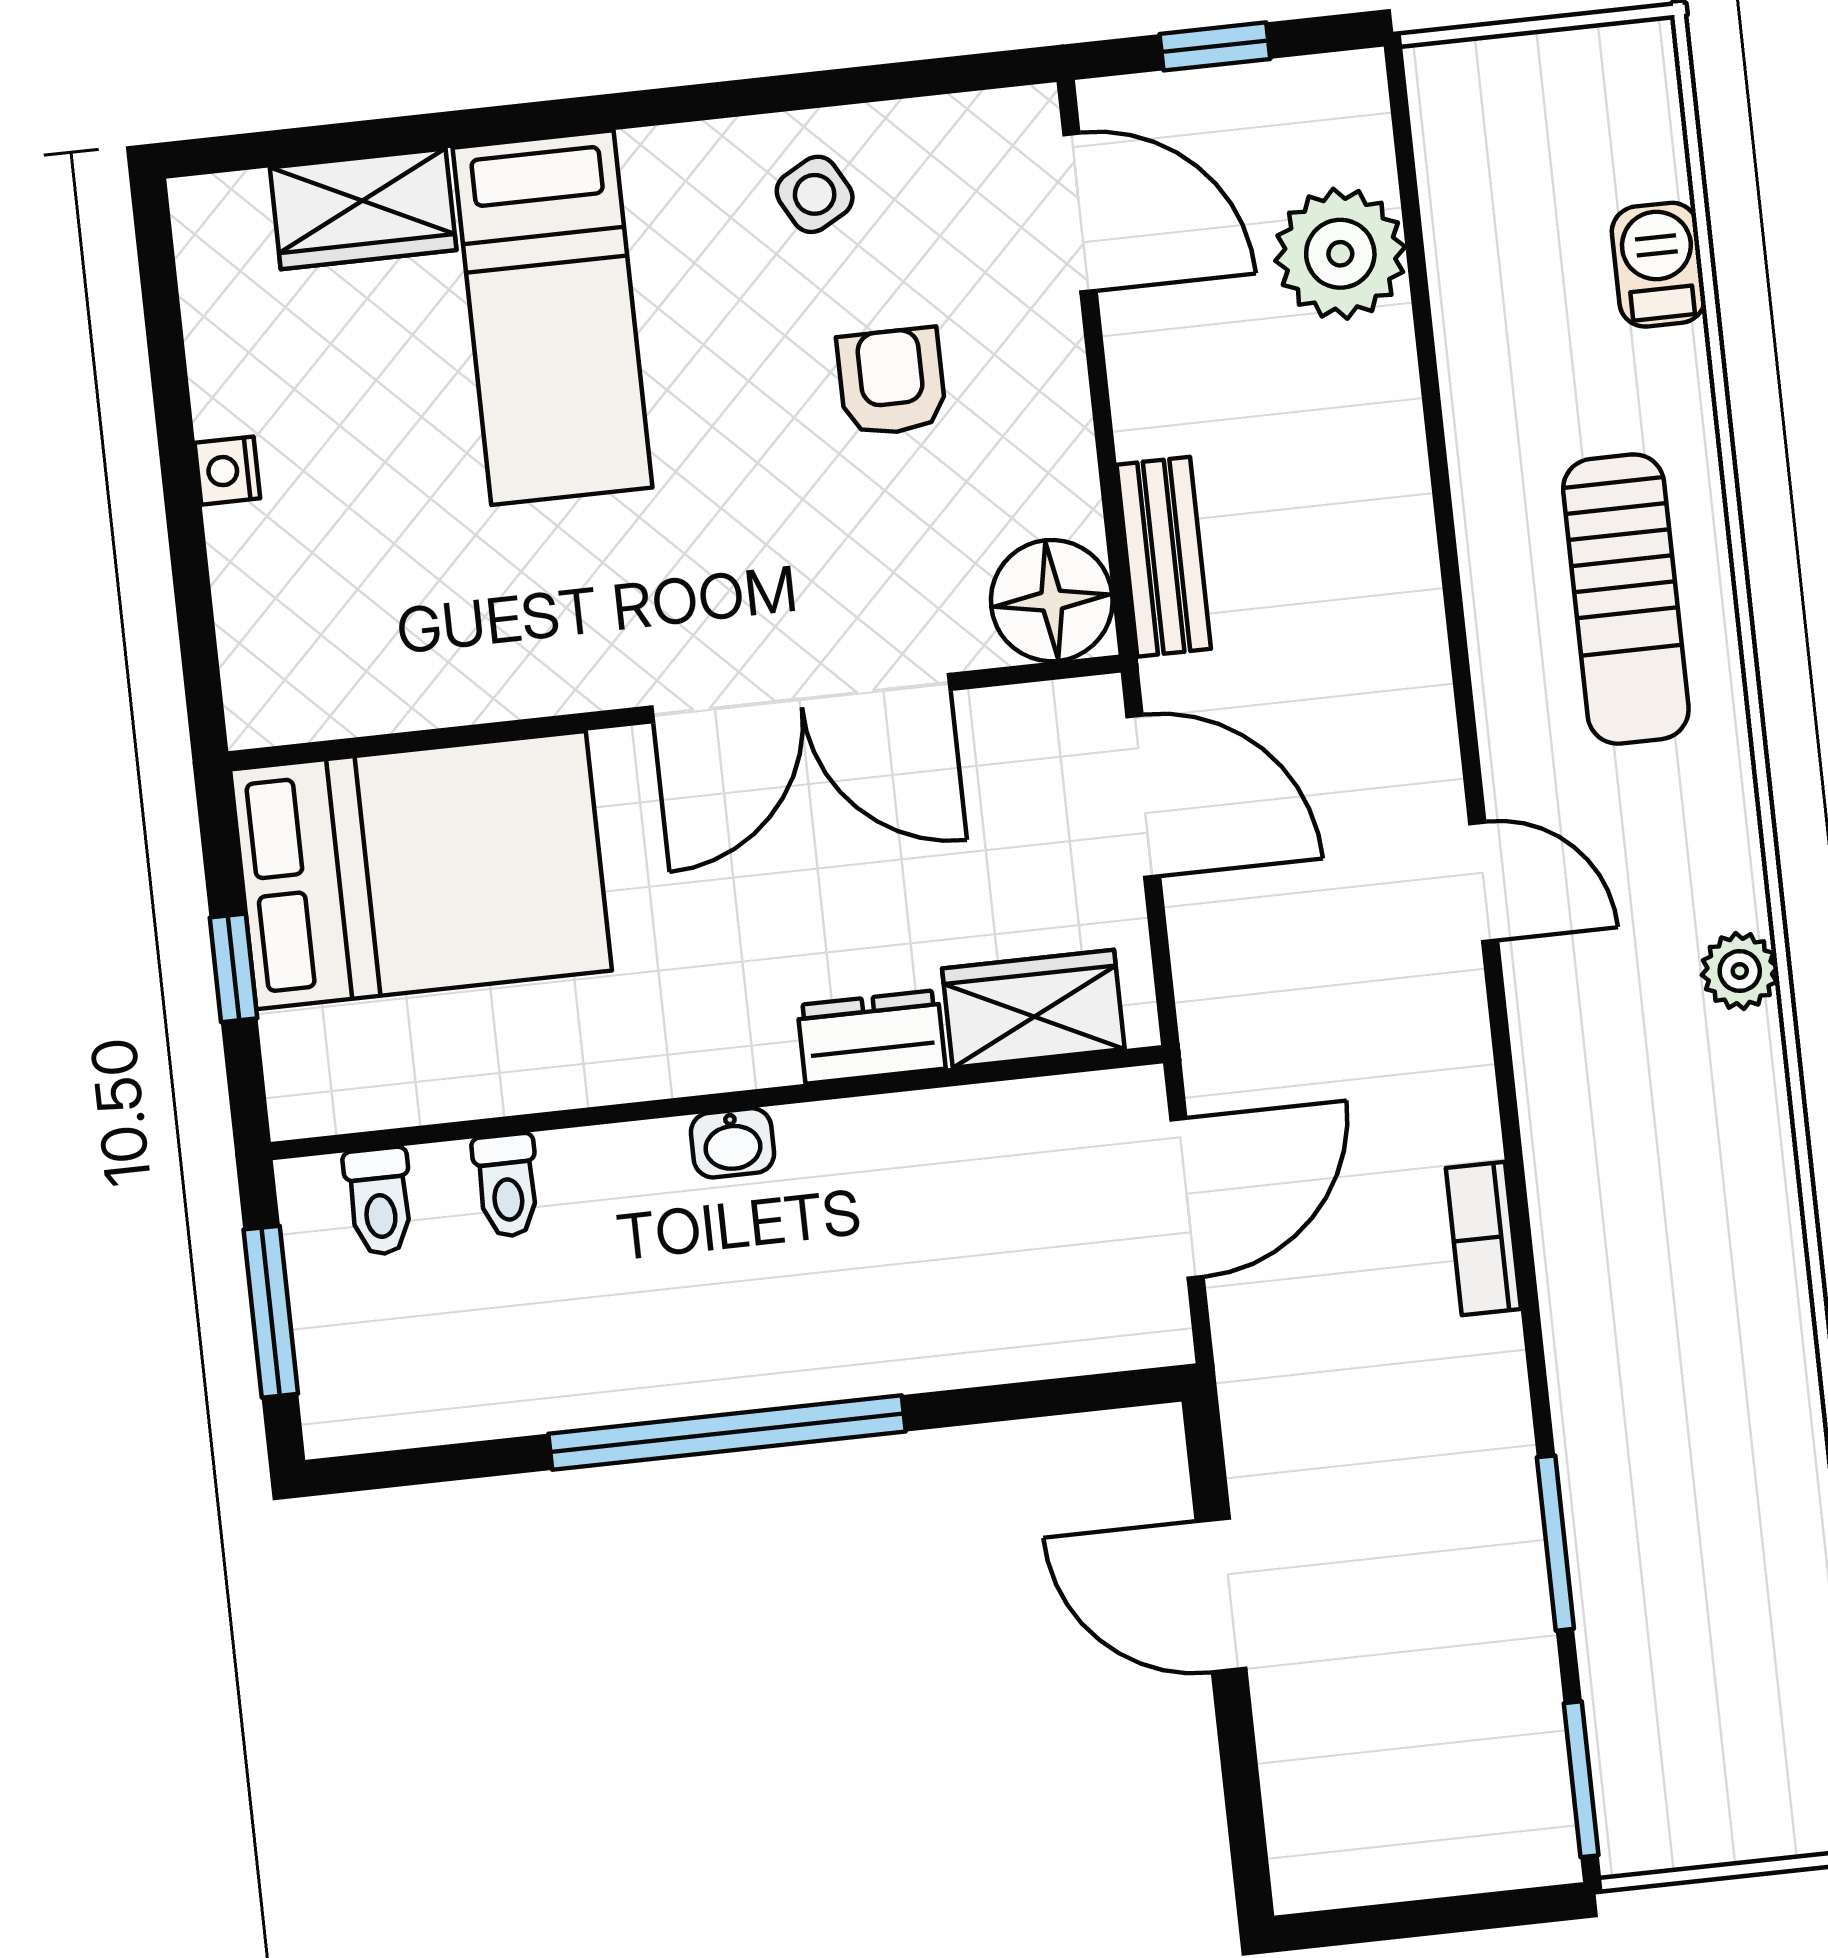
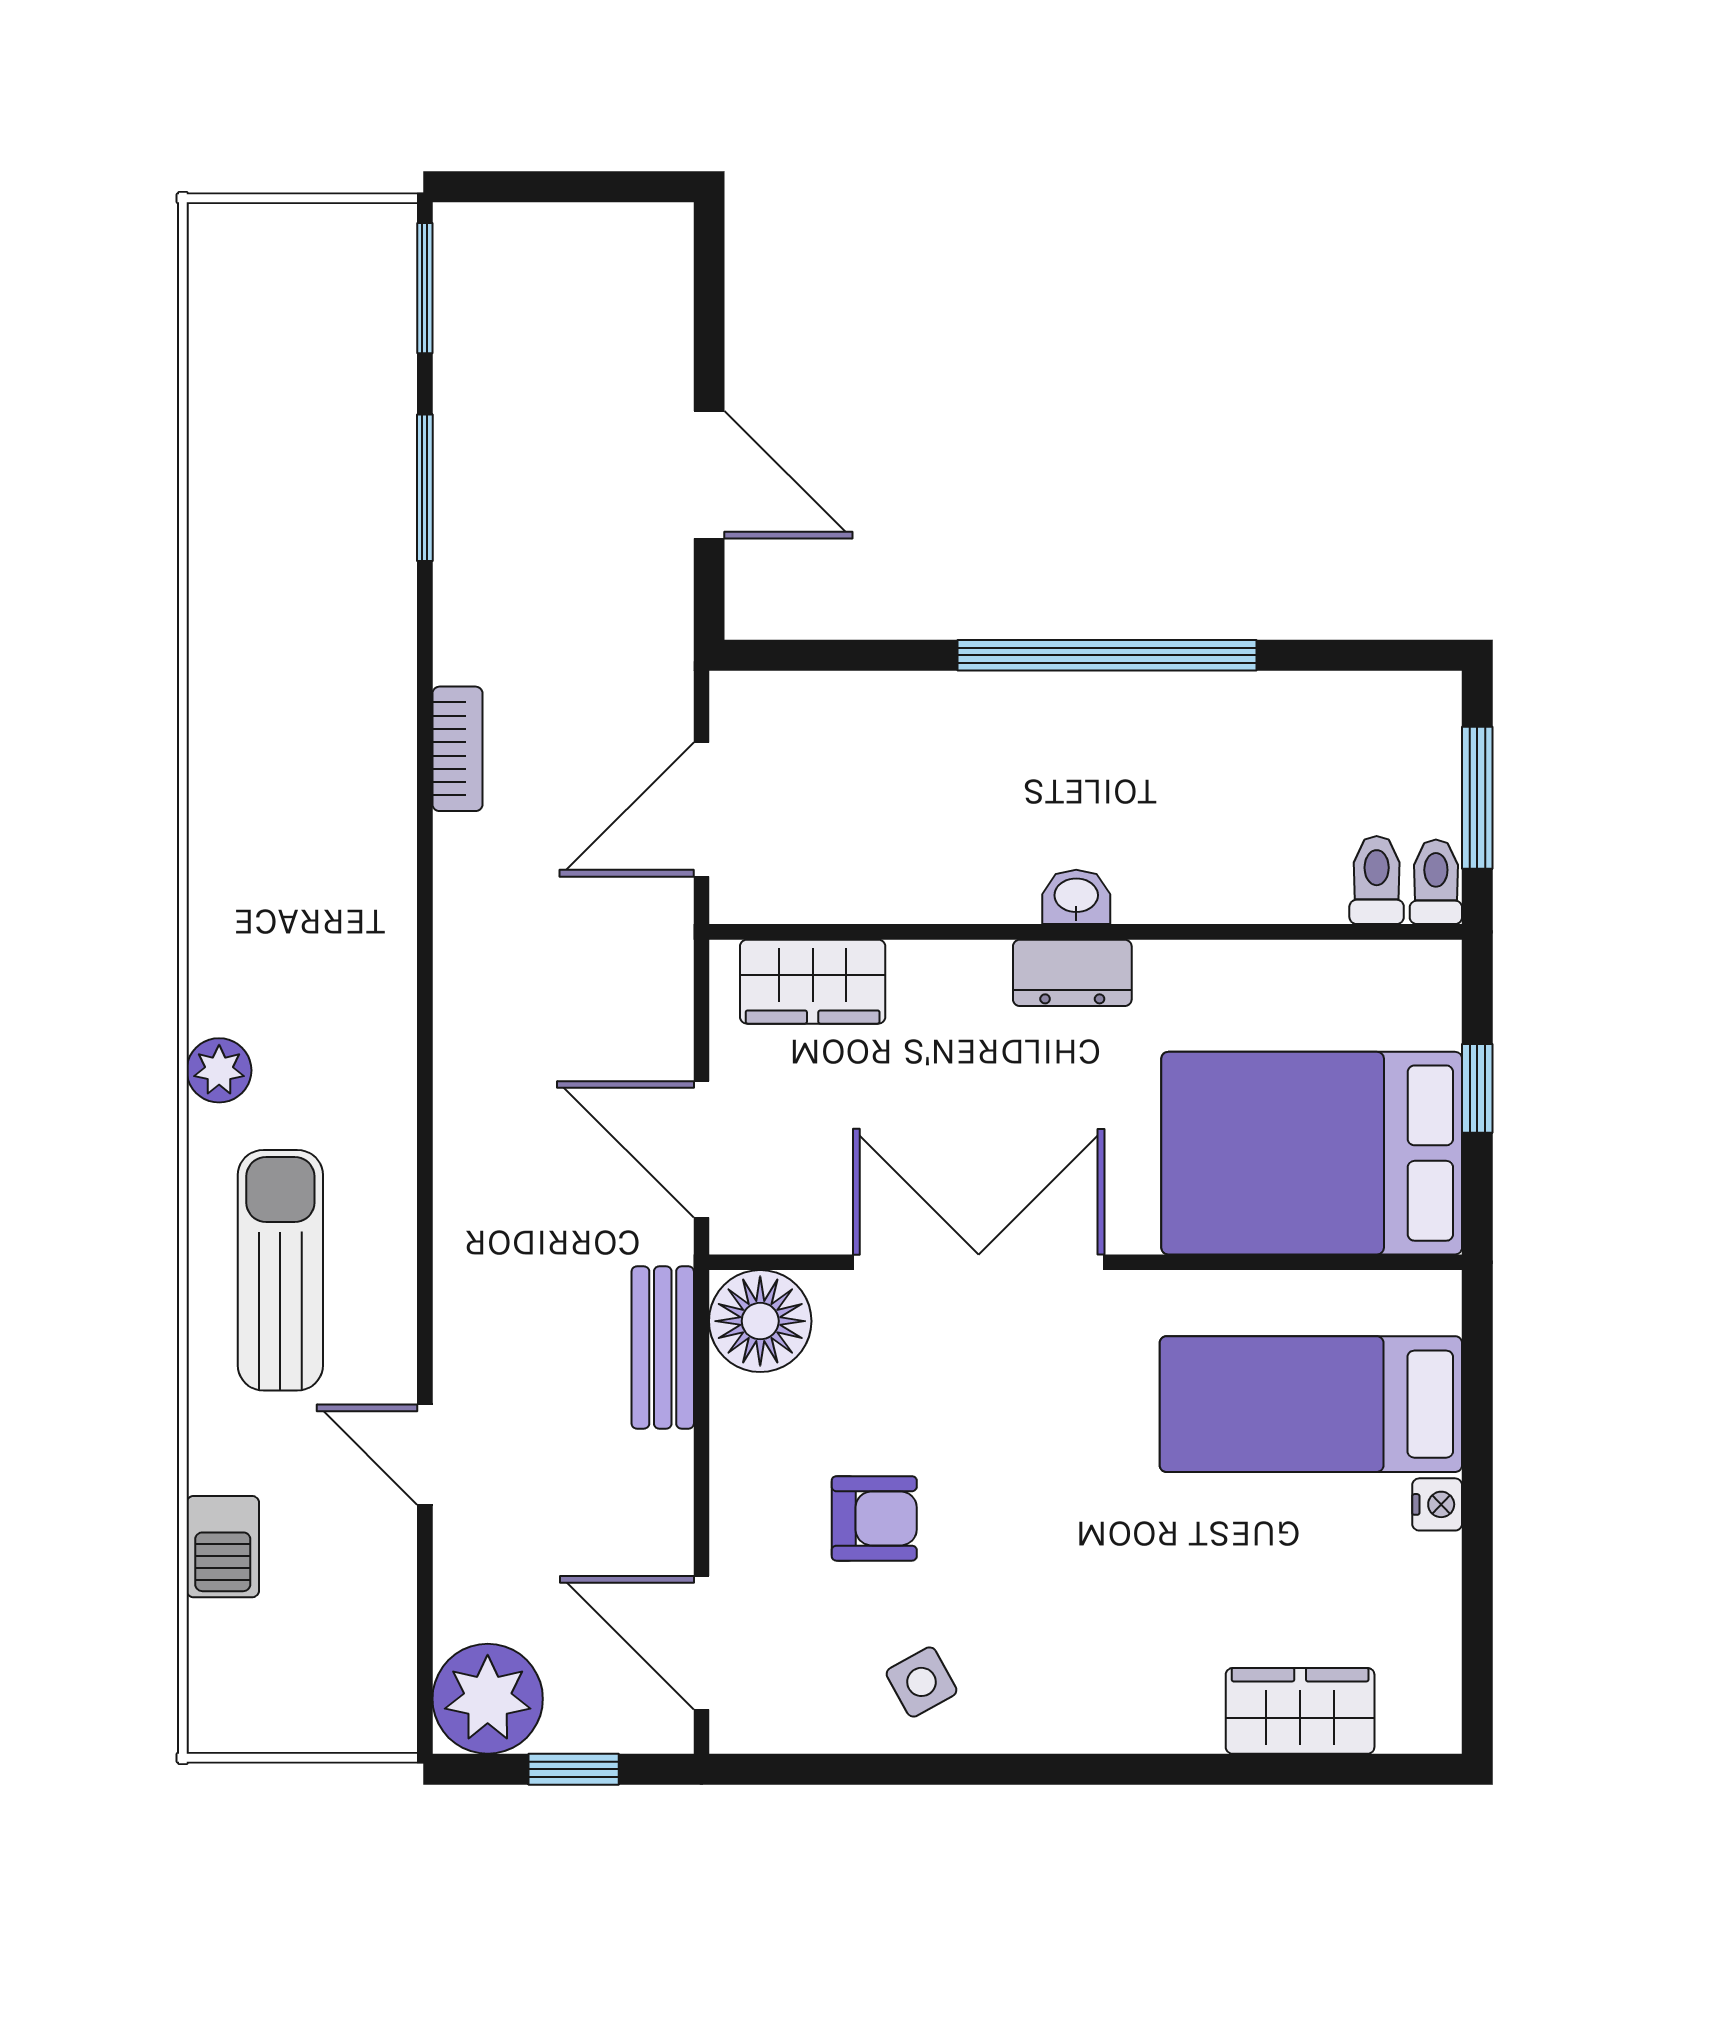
plant: (1340, 254) -> (488, 1699), moved
bed: (552, 318) -> (1311, 1404), moved, turned -90
armchair: (892, 382) -> (874, 1518), turned -90
door: (1484, 882) -> (425, 1455), moved
plant: (1740, 971) -> (219, 1070), moved
dresser: (871, 1037) -> (1072, 973), moved
toilet: (507, 1185) -> (1436, 882), moved

